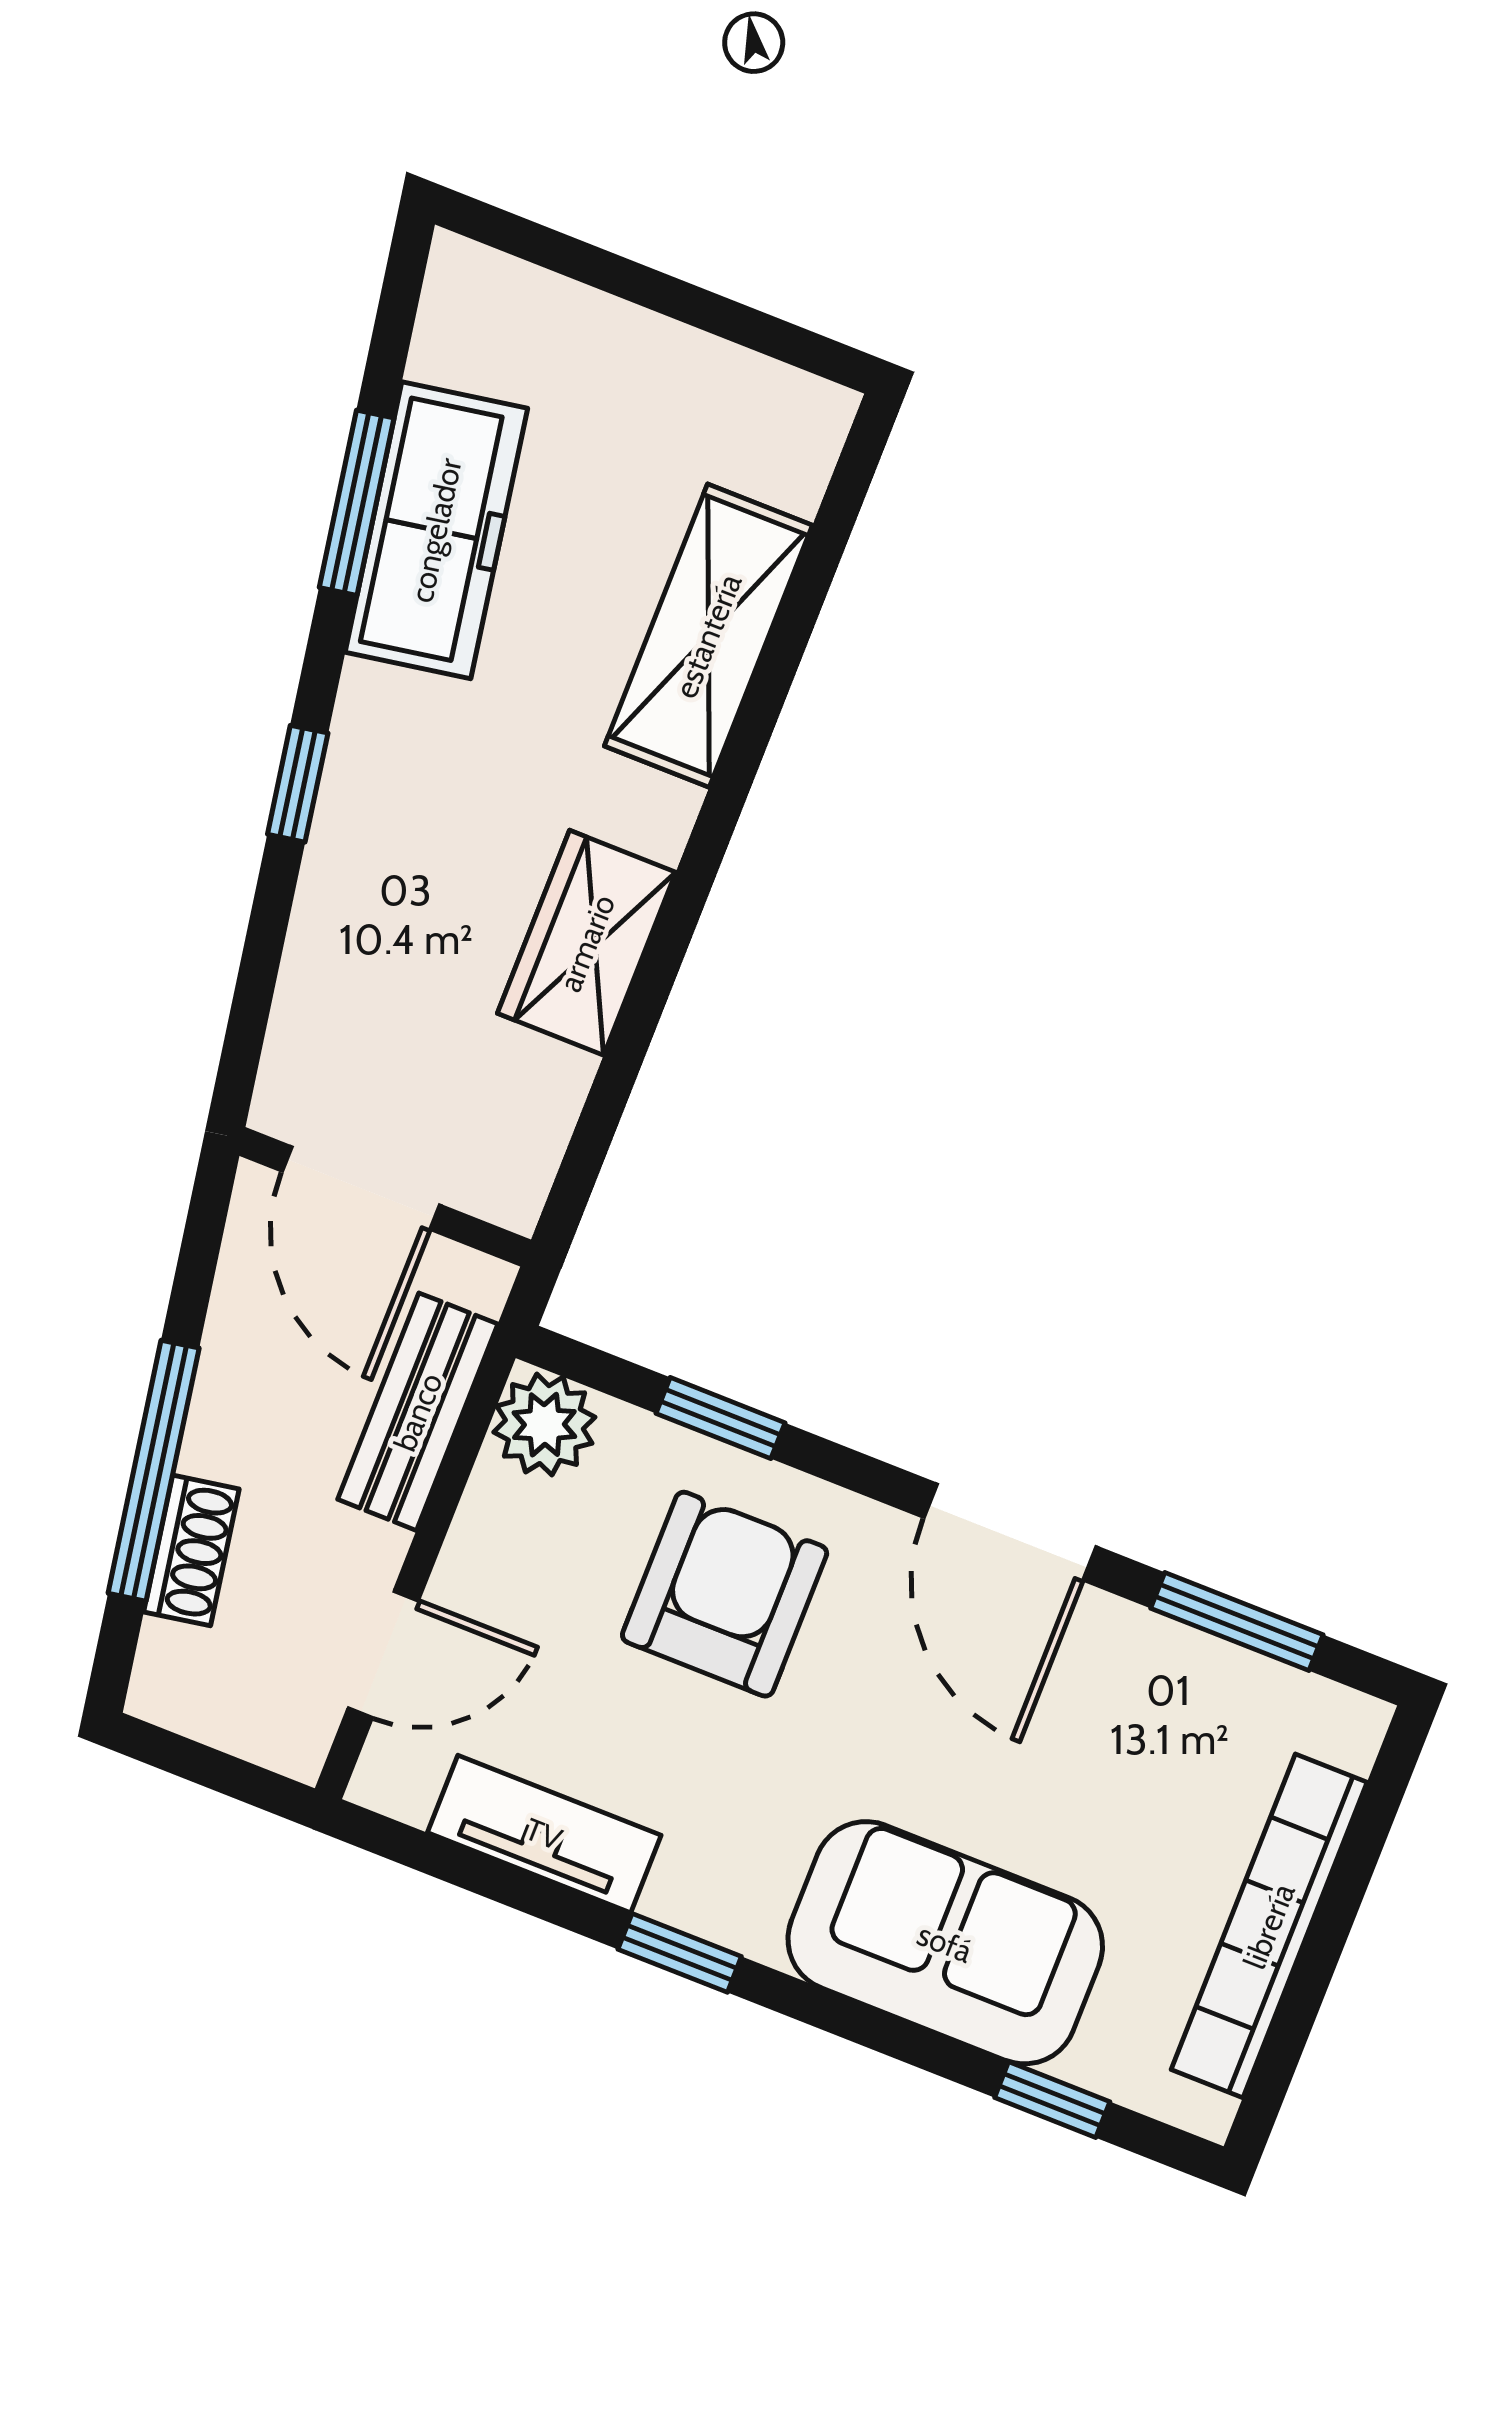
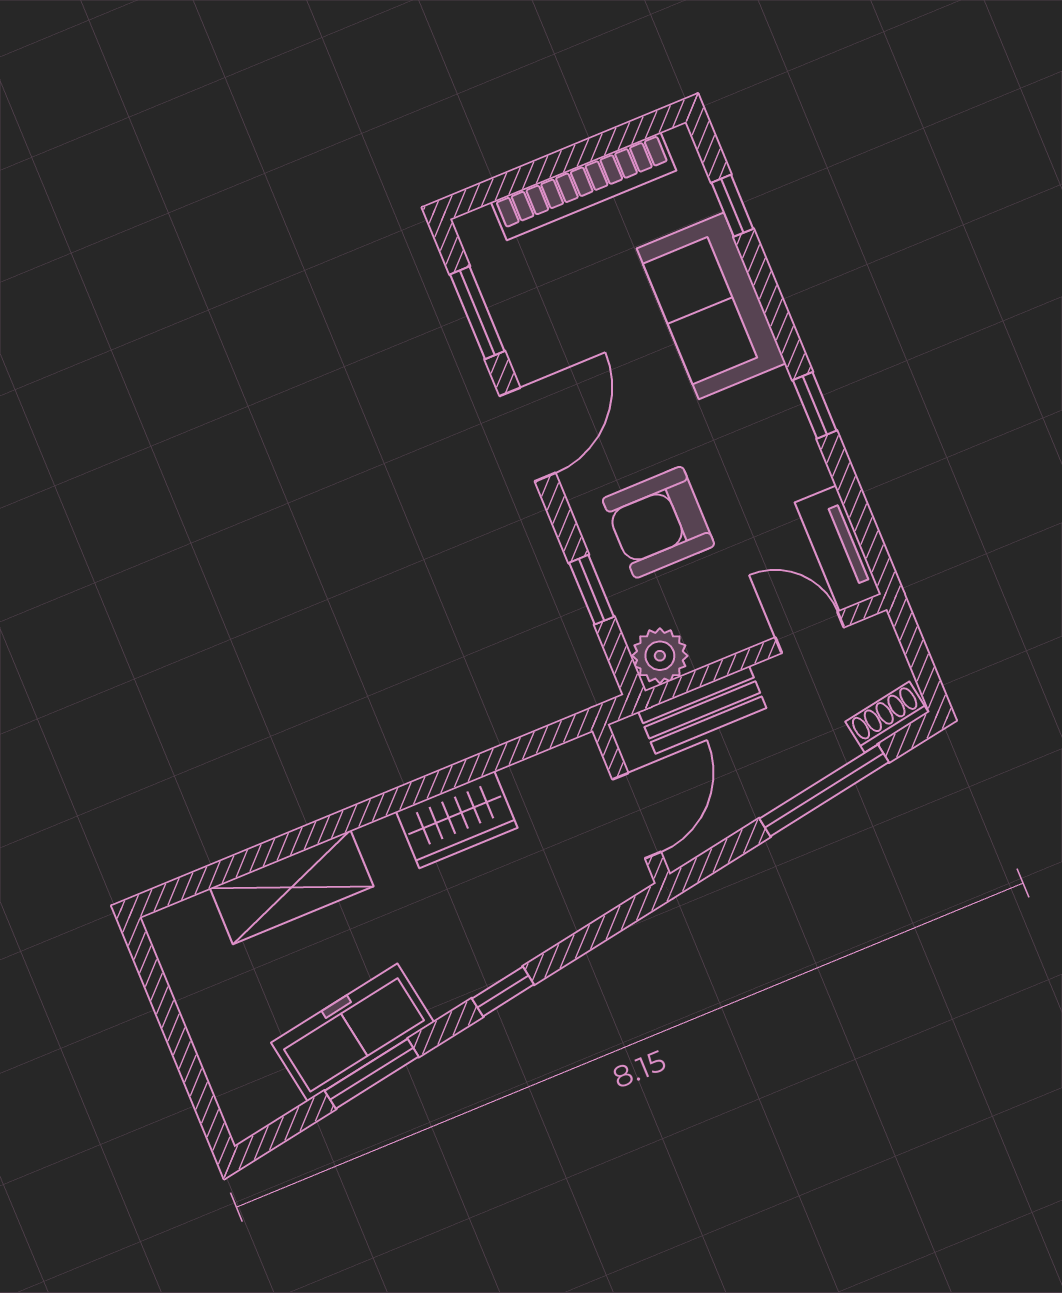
shoe rack: (191, 1550) -> (887, 717), moved
tv unit: (544, 1834) -> (838, 548), moved

